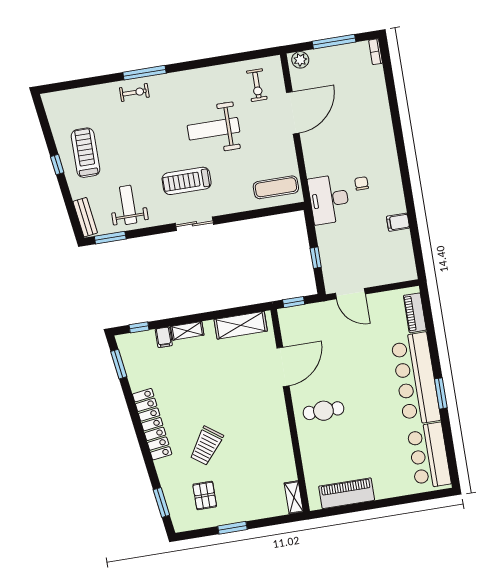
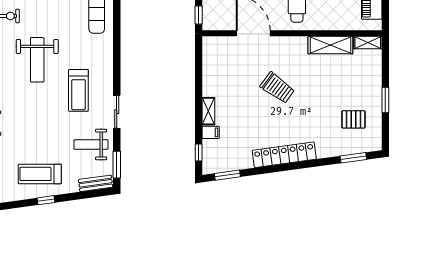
sliding door: (194, 224) -> (117, 112), moved
shelving: (241, 325) -> (330, 45), moved, turned 90
trolley: (206, 446) -> (277, 88), moved

